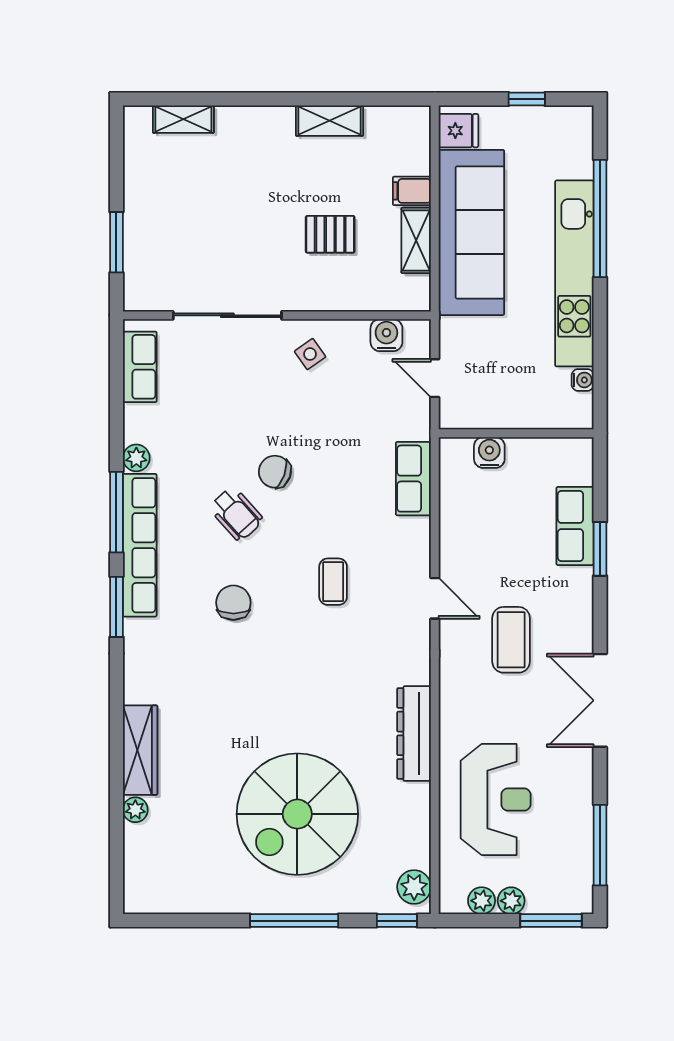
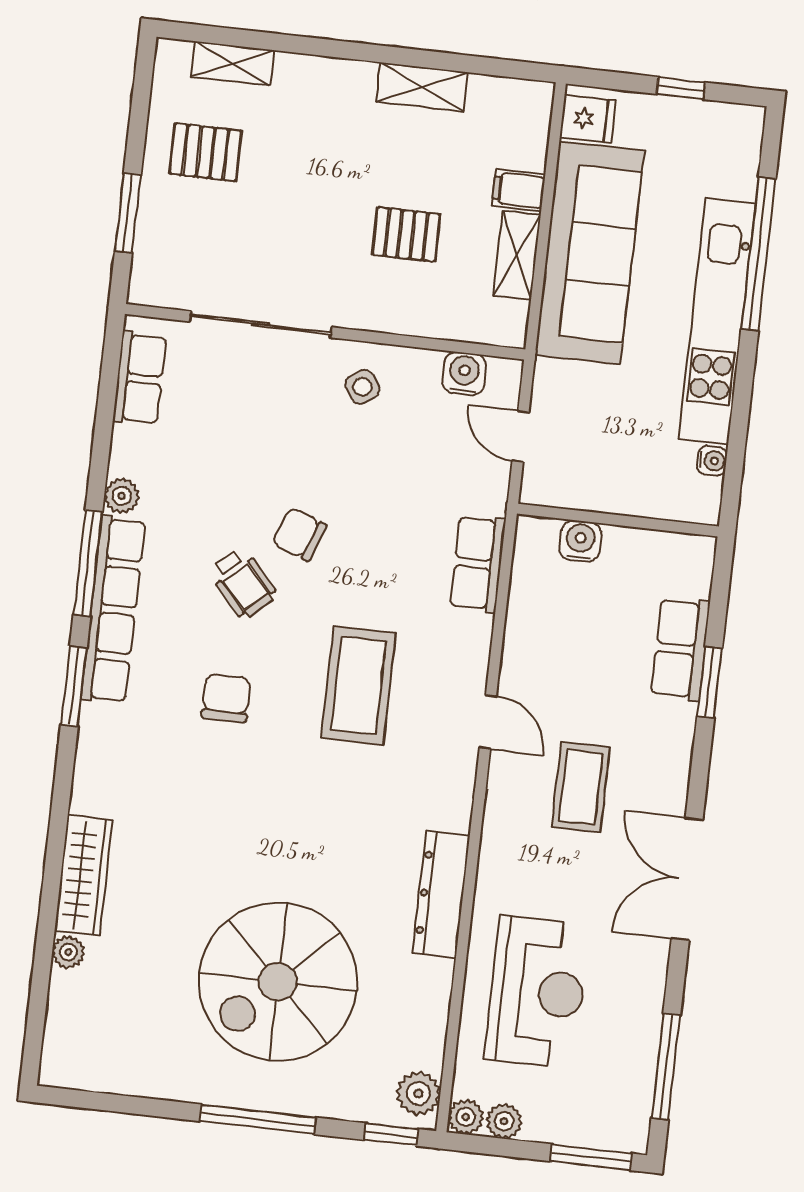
pallet: (170, 189) -> (206, 152), added
coffee table: (333, 582) -> (359, 685), width x1.86, depth x1.72
plant: (511, 901) -> (466, 1117), moved

